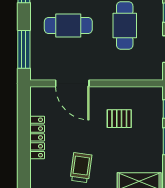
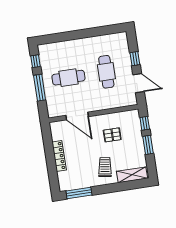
window: (24, 49) -> (40, 88), moved
trolley: (81, 168) -> (105, 167), moved

